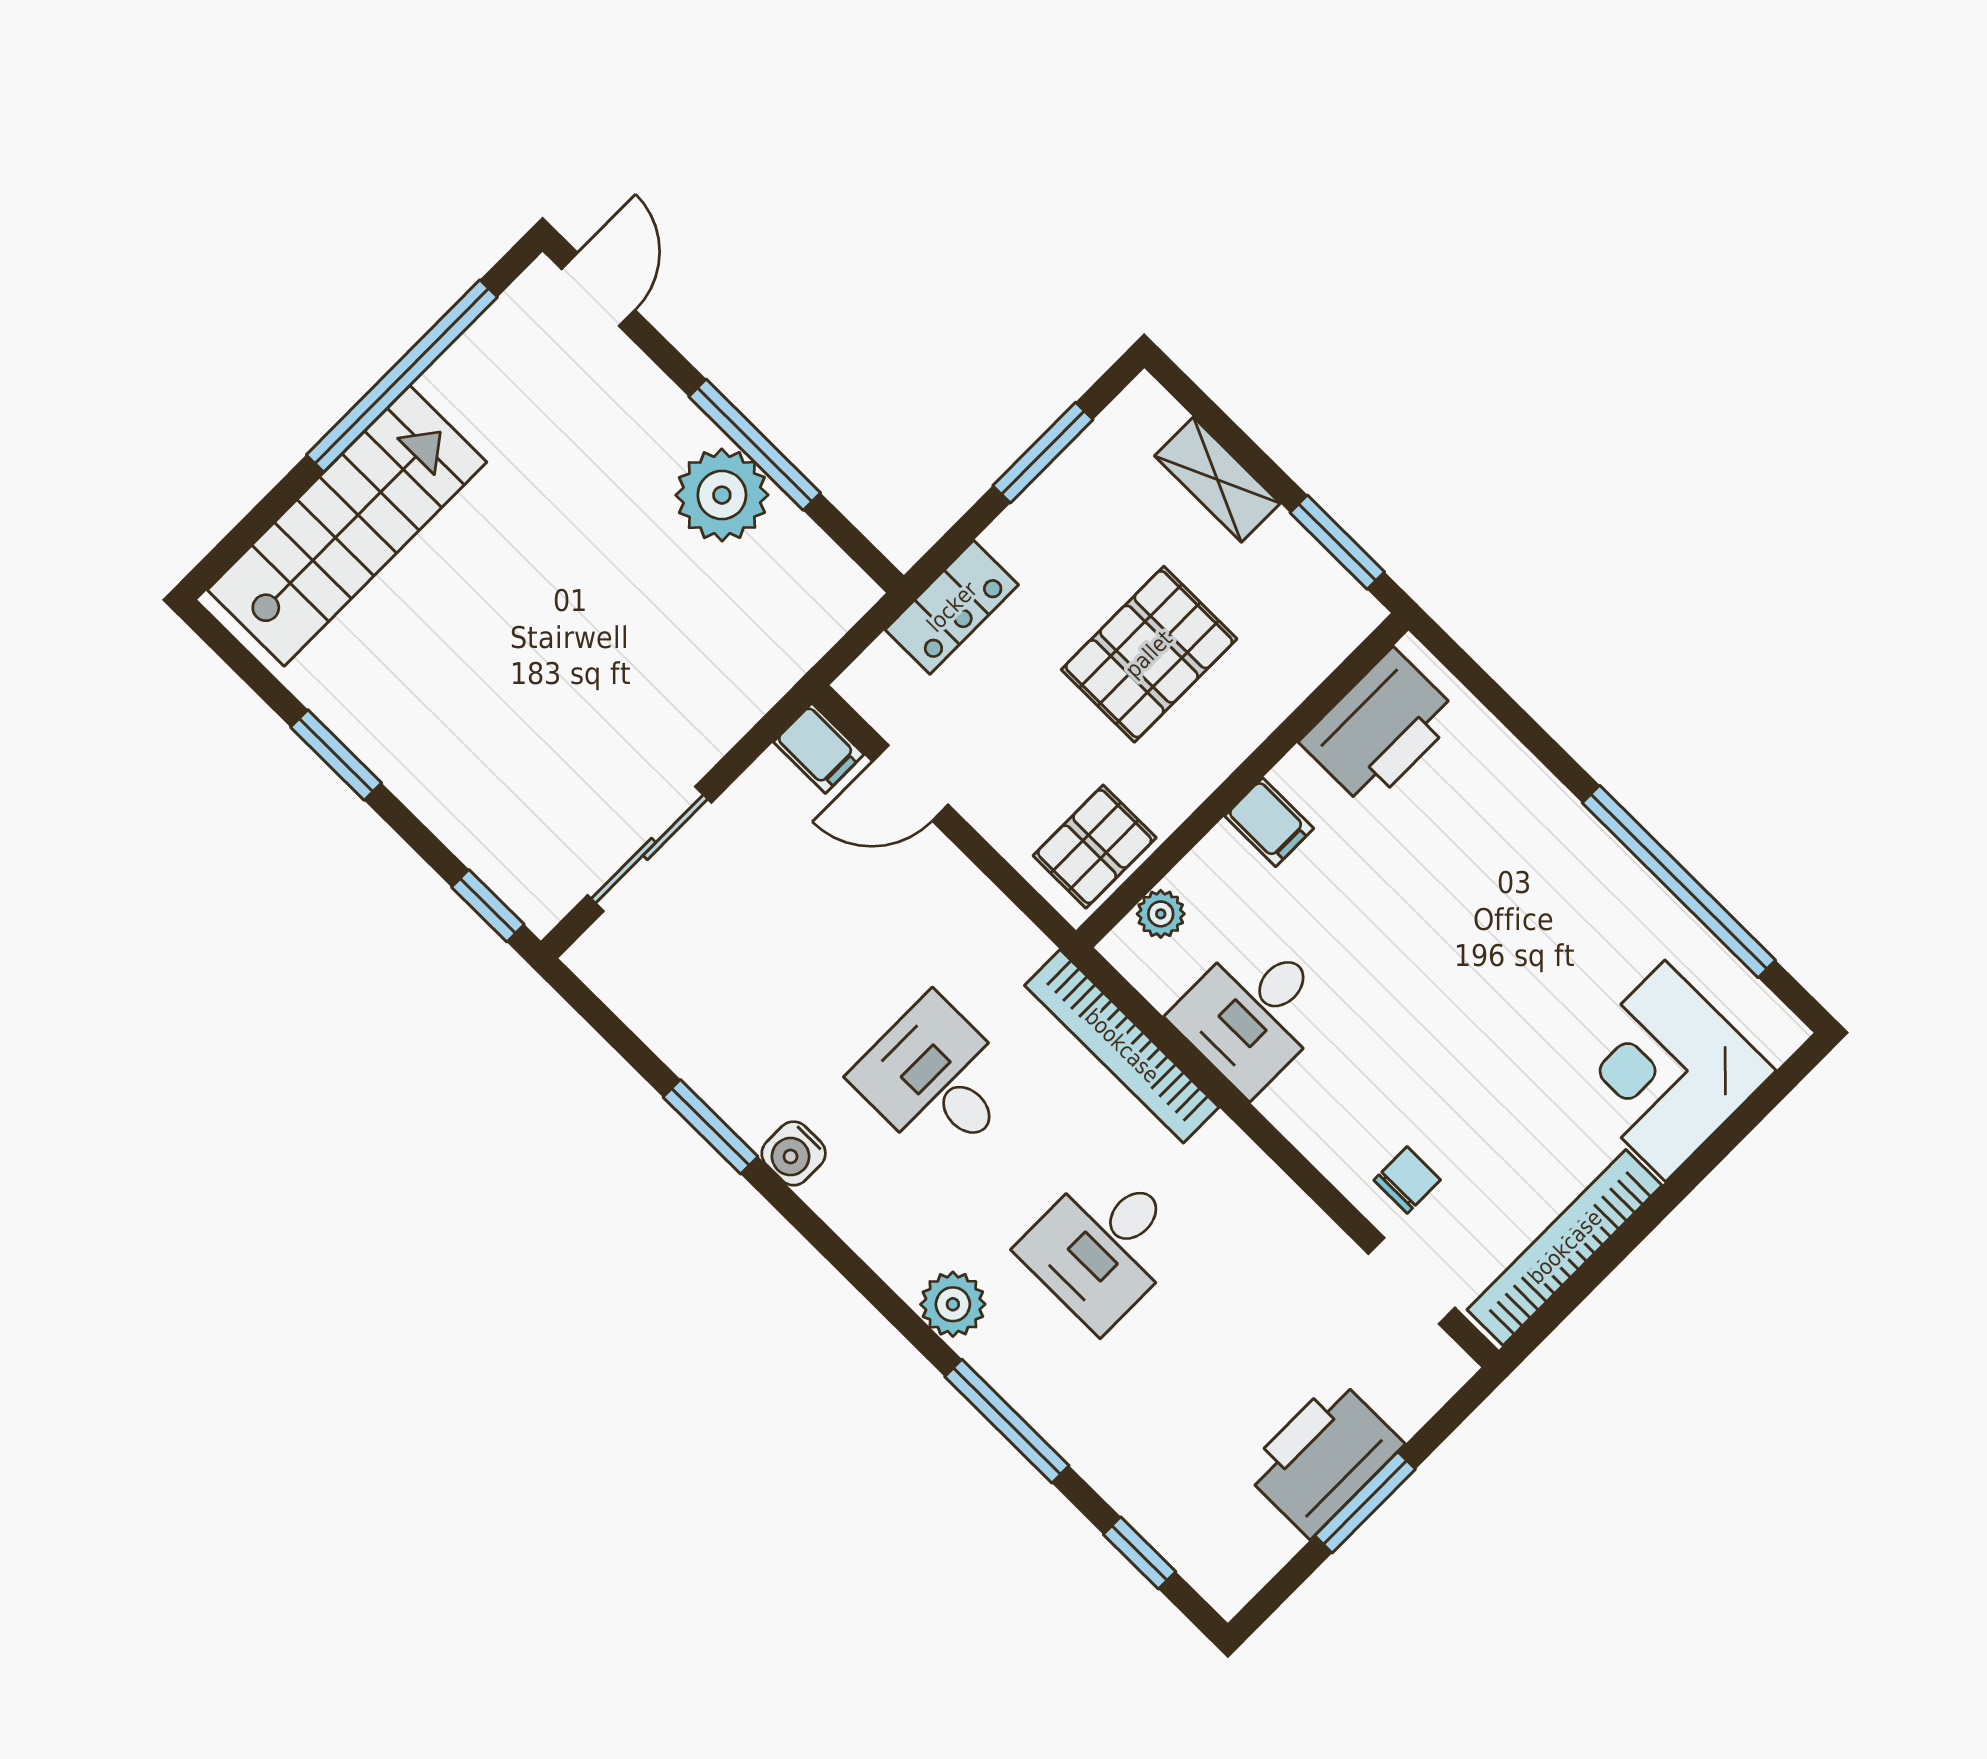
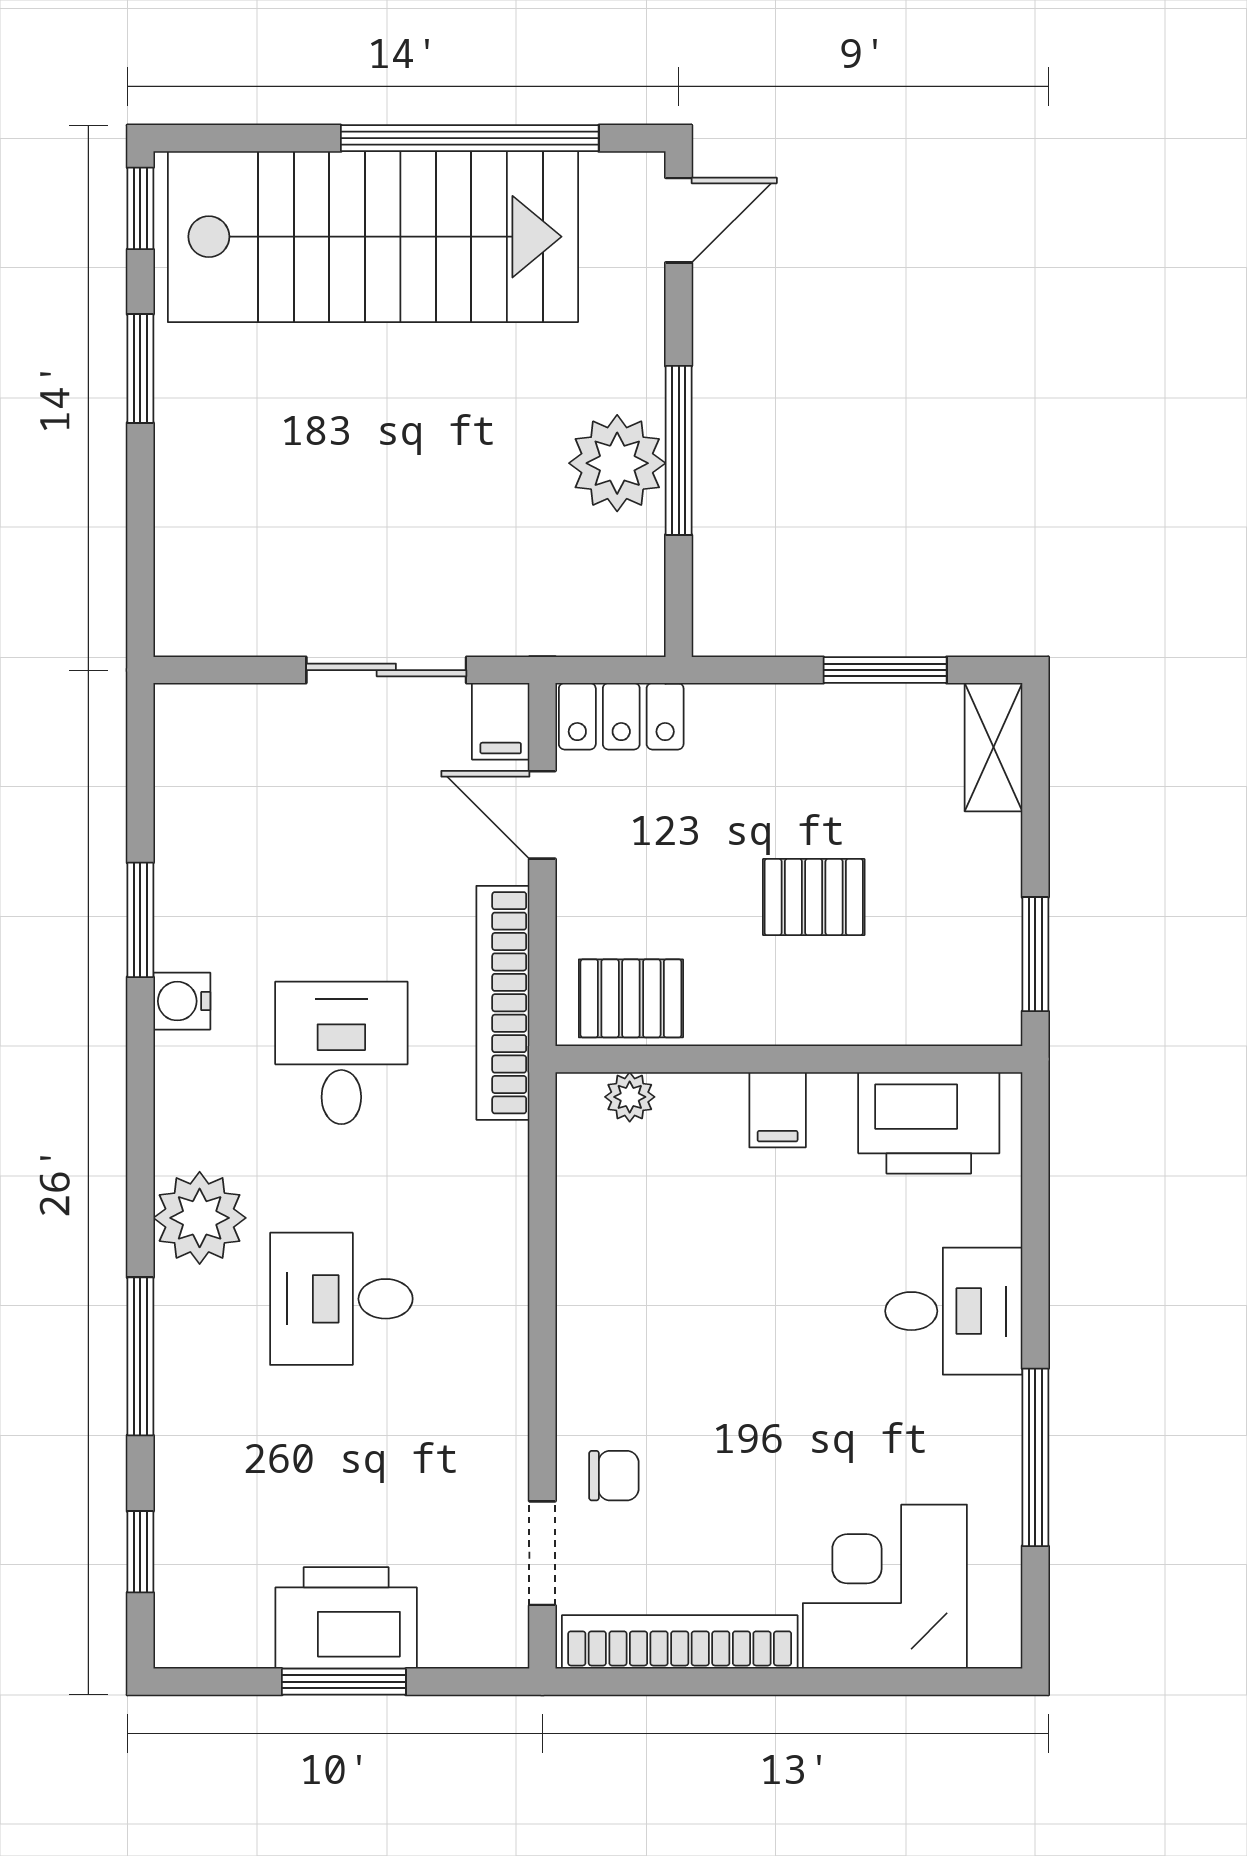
shelving: (1217, 480) -> (993, 747), moved
stairs: (347, 526) -> (373, 237), width x1.36, depth x1.51
locker: (952, 607) -> (621, 716), moved
pallet: (1149, 654) -> (814, 897), width x0.67, depth x0.71
sliding door: (649, 849) -> (386, 670), moved
window: (1679, 881) -> (1035, 1457), width x0.68
window: (488, 906) -> (140, 208), moved
desk: (1253, 1013) -> (954, 1311), moved, turned 180
bookcase: (1122, 1046) -> (503, 1003), moved
plant: (953, 1304) -> (200, 1218), width x1.36, depth x1.36

